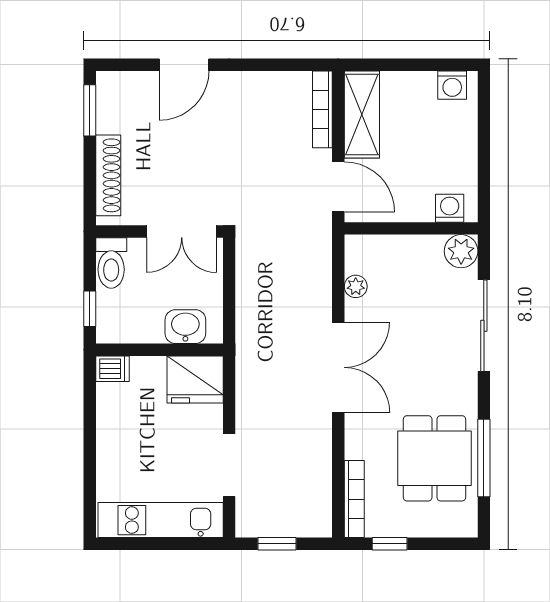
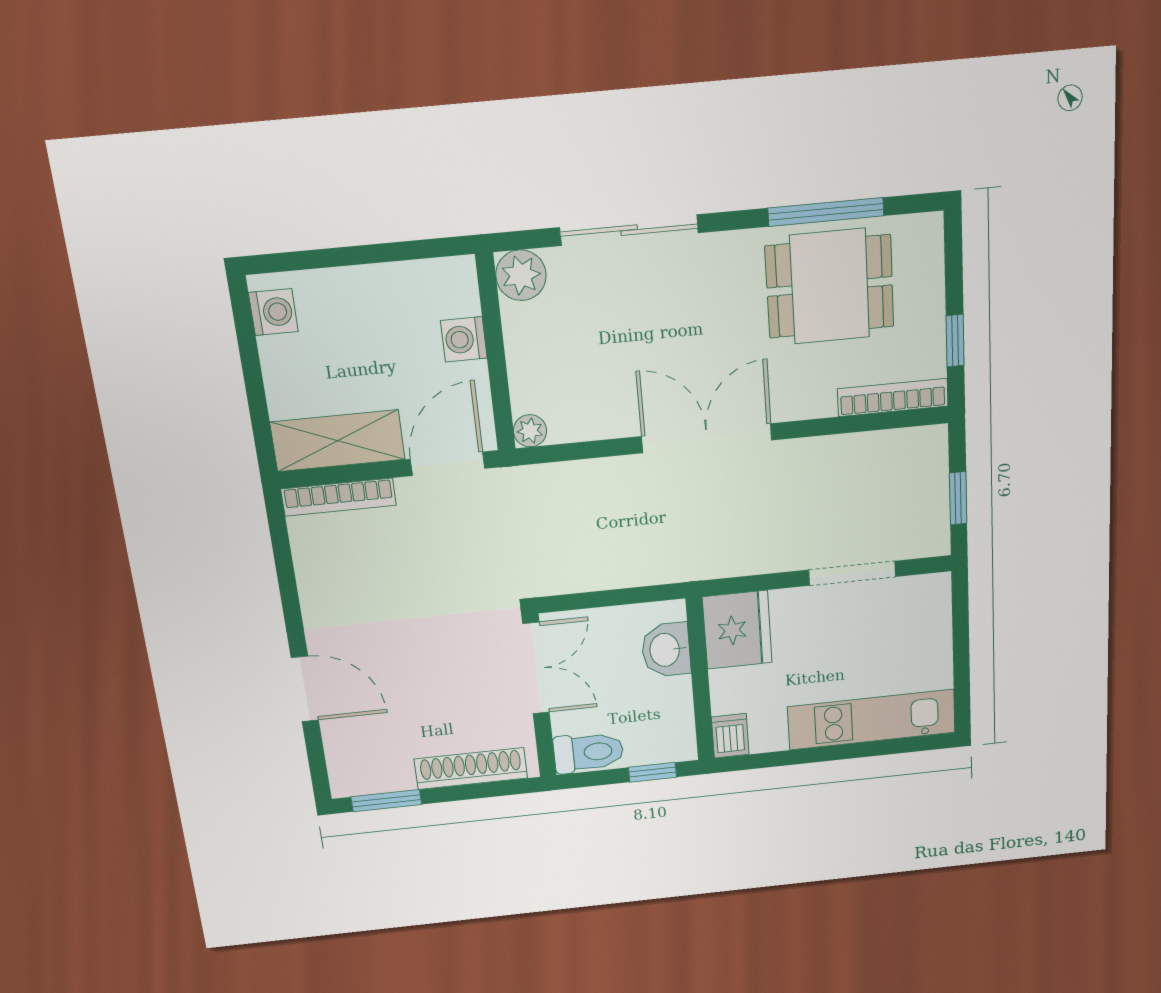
washing machine: (450, 208) -> (464, 339), moved
plant: (356, 286) -> (530, 431), moved
kitchen unit: (161, 520) -> (872, 720), moved, turned 90

